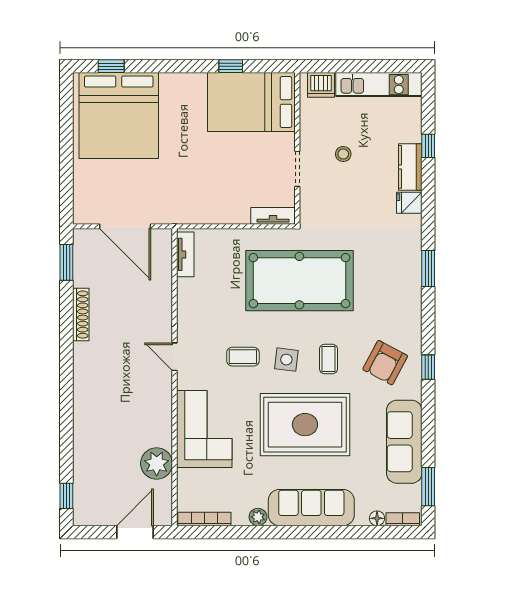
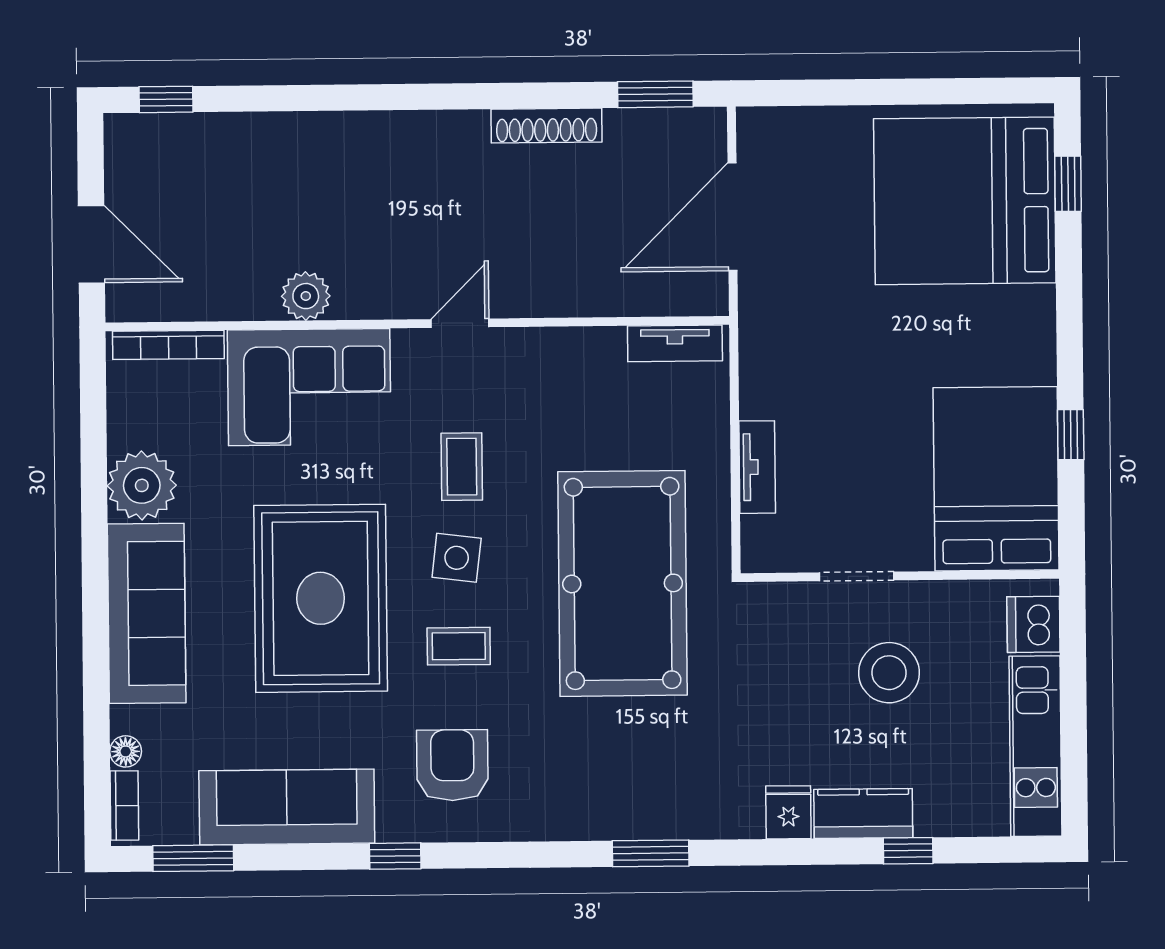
stool: (343, 154) -> (889, 673), width x1.89, depth x1.89
tv unit: (273, 216) -> (757, 467), moved
armchair: (385, 363) -> (452, 765), turned 62
window: (428, 367) -> (395, 856), moved
plant: (157, 463) -> (306, 296), moved, width x0.73, depth x0.73
plant: (258, 517) -> (142, 485), width x1.88, depth x1.88
bookcase: (204, 519) -> (168, 345), moved, turned 90

